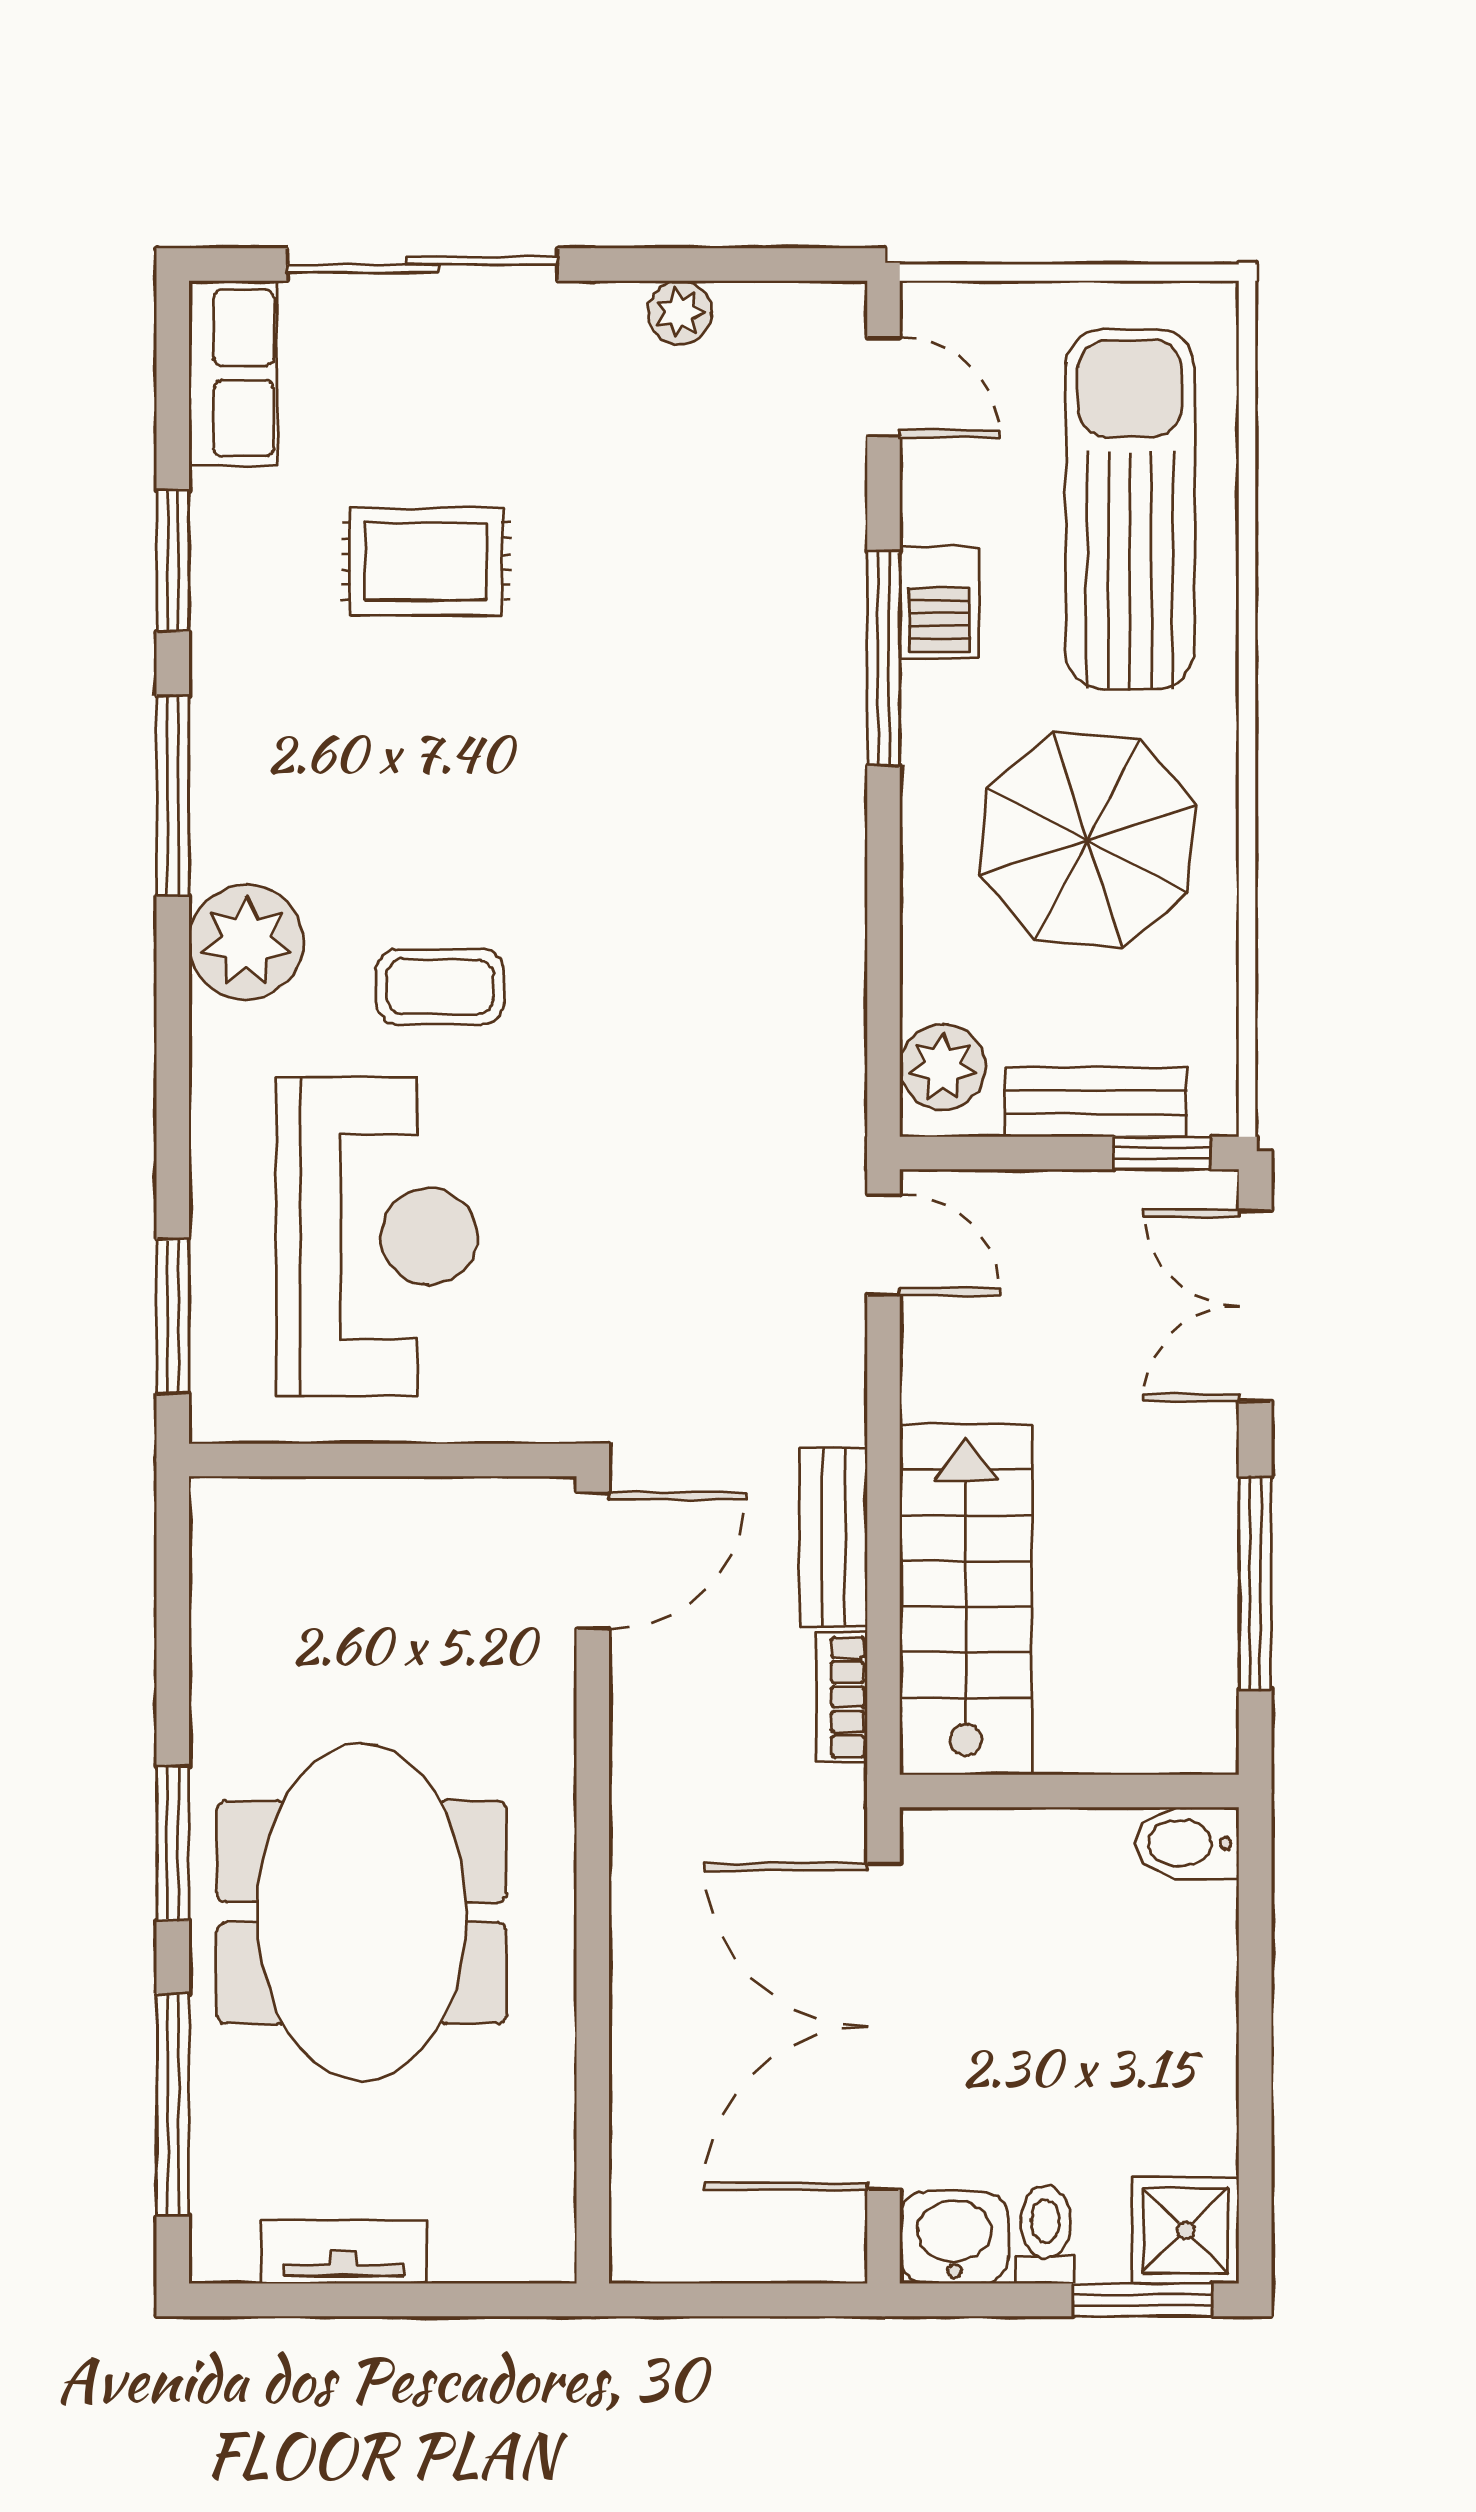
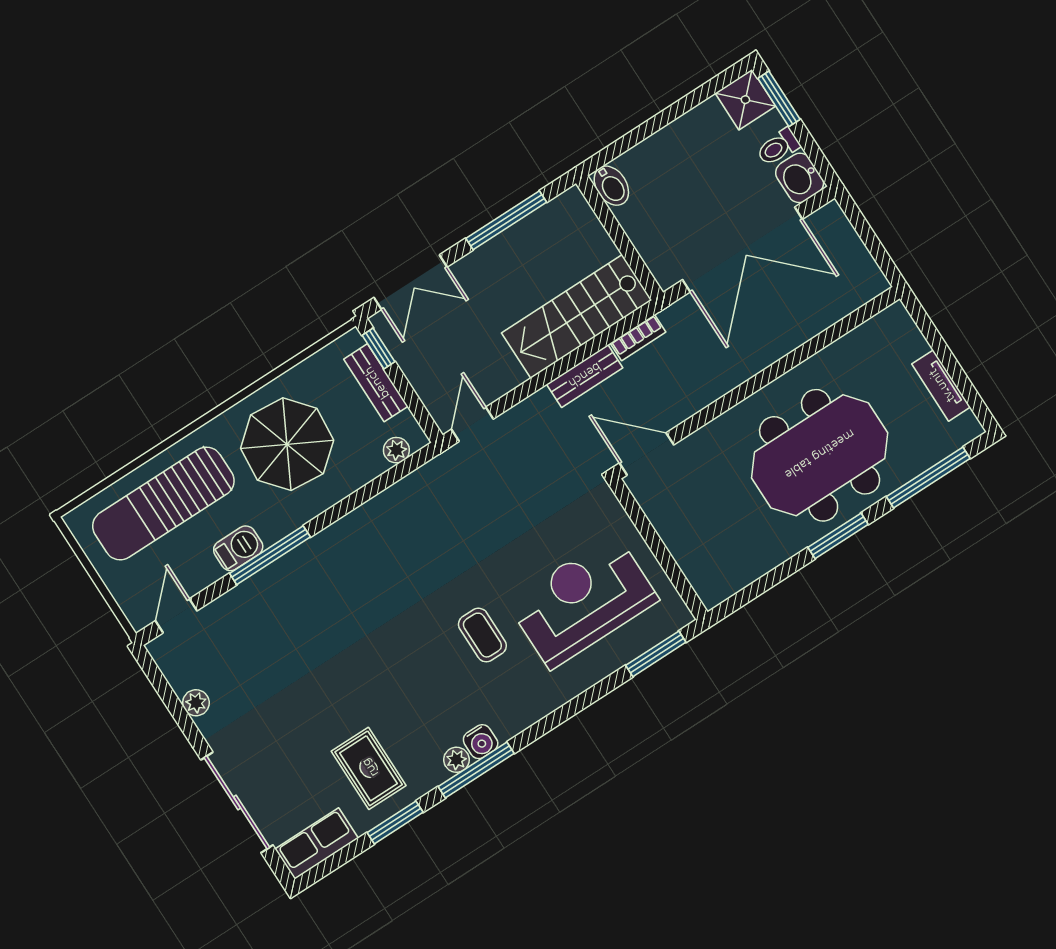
rug: (426, 562) -> (369, 768), moved
water cooler: (225, 842) -> (481, 742), added
plant: (247, 942) -> (456, 760), moved, width x0.53, depth x0.53
plant: (943, 1067) -> (396, 450), width x0.73, depth x0.73

